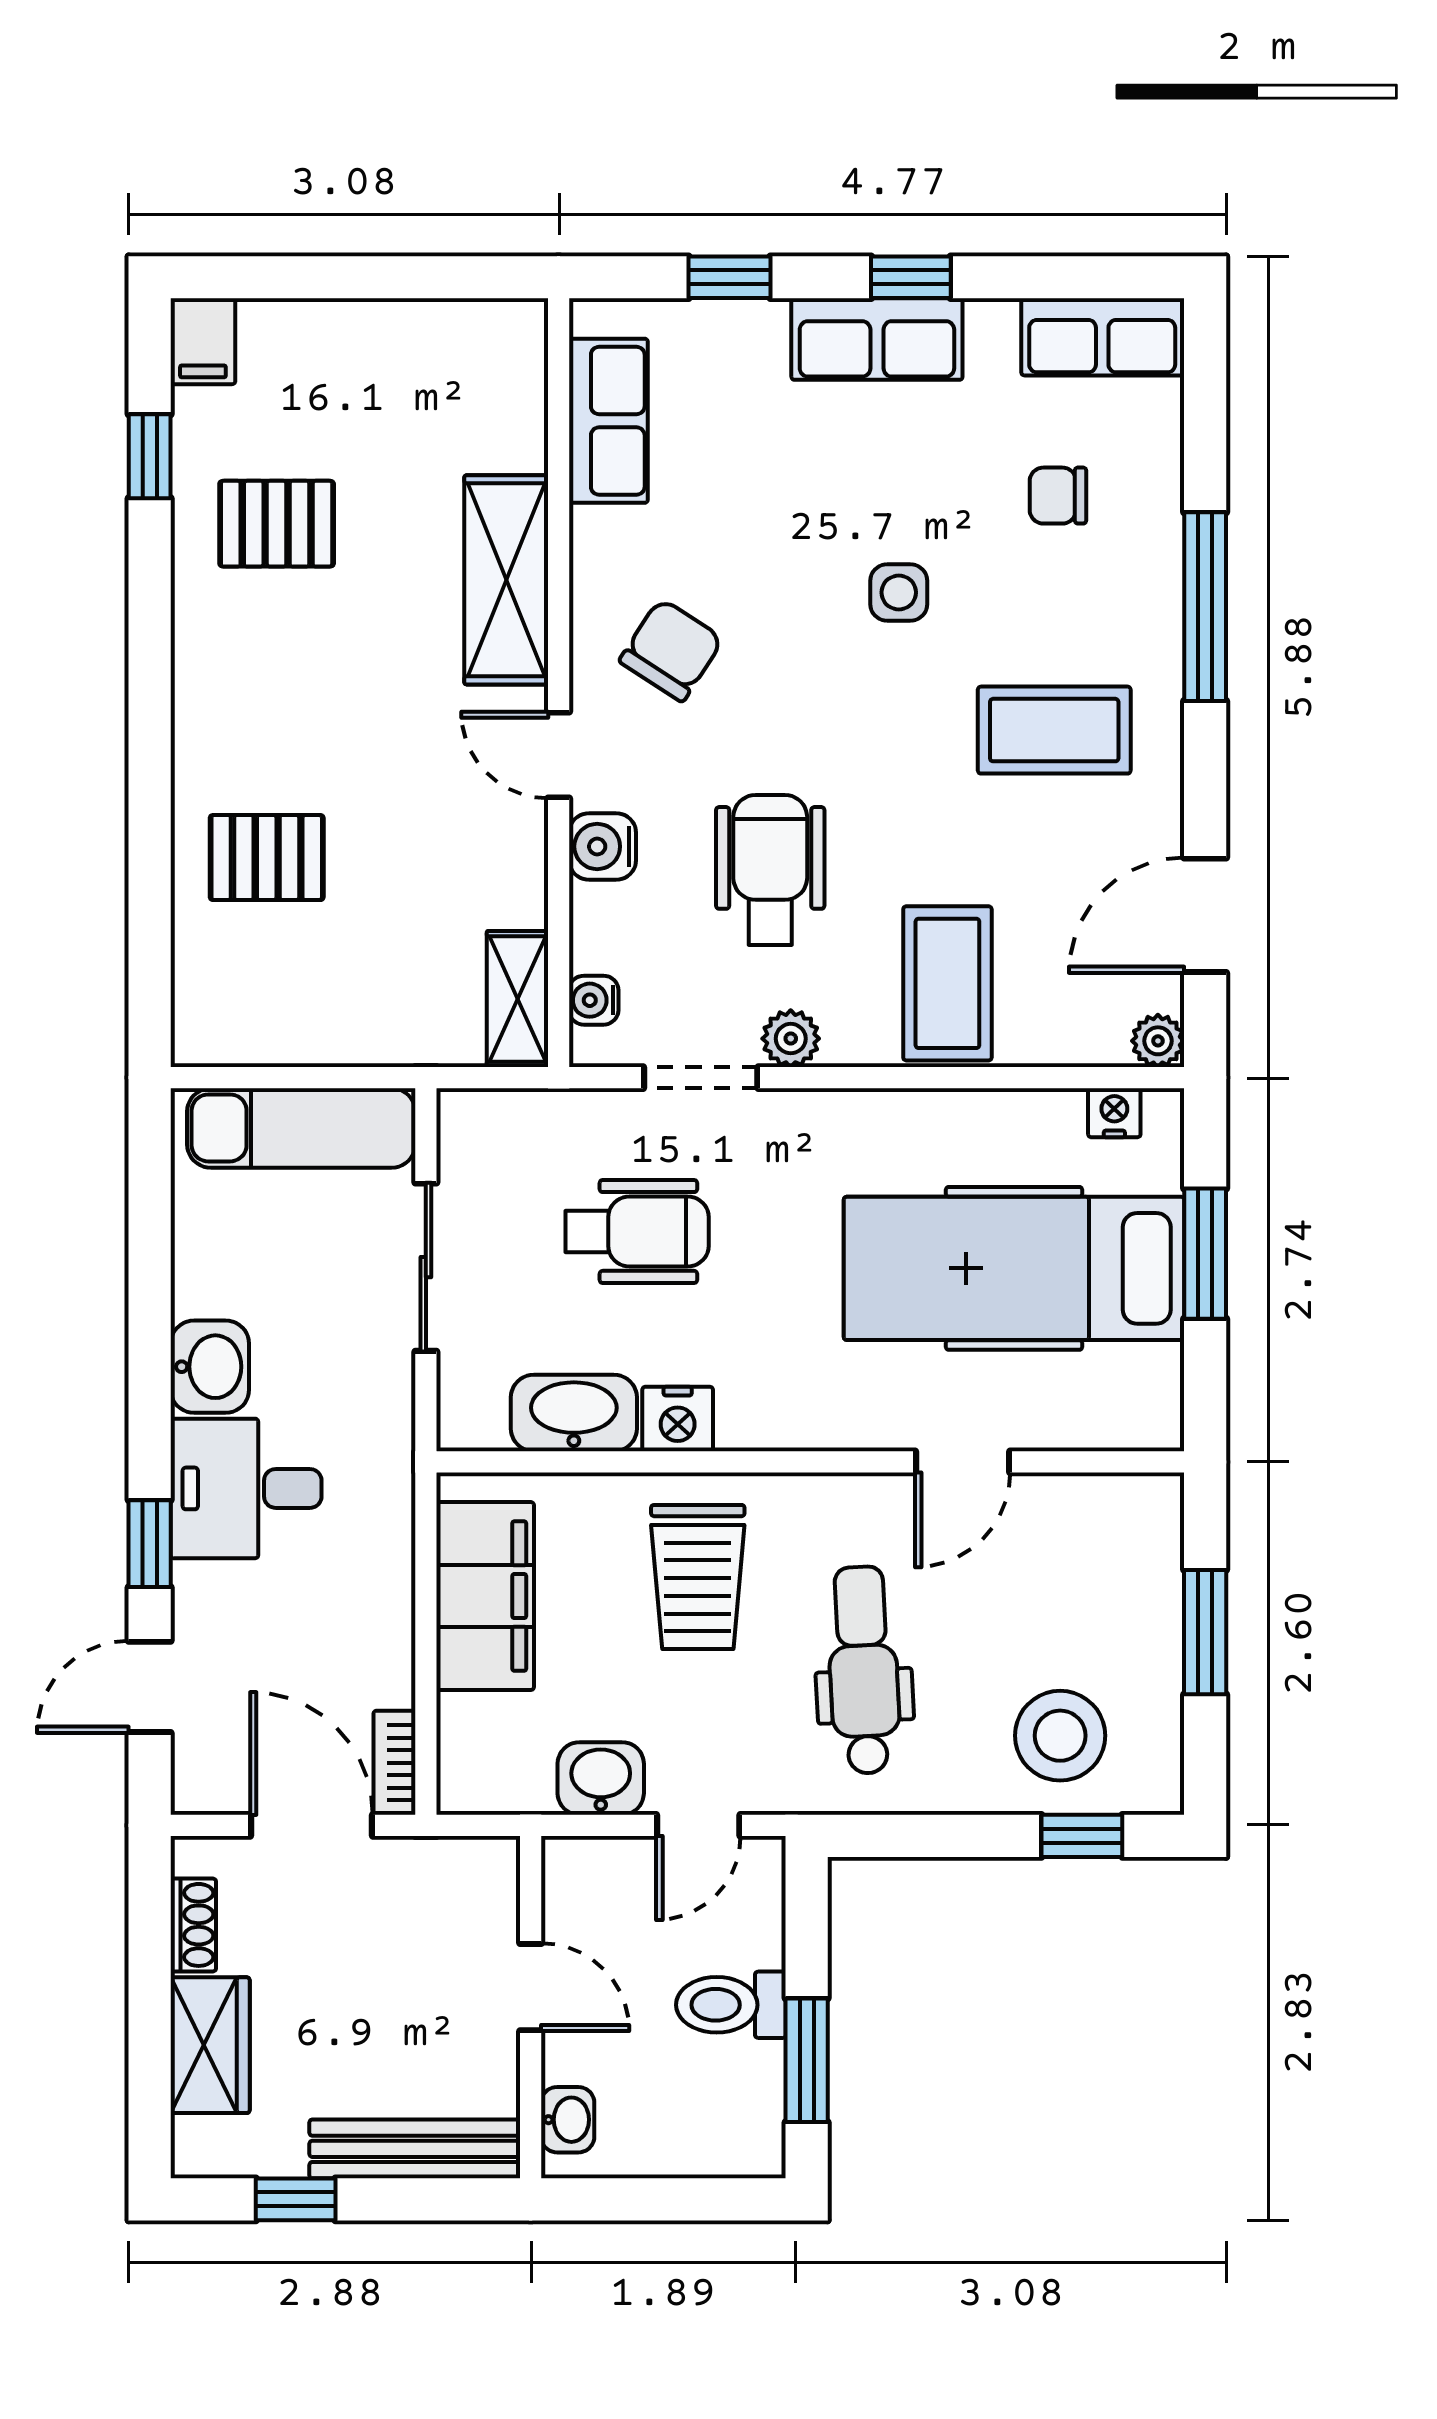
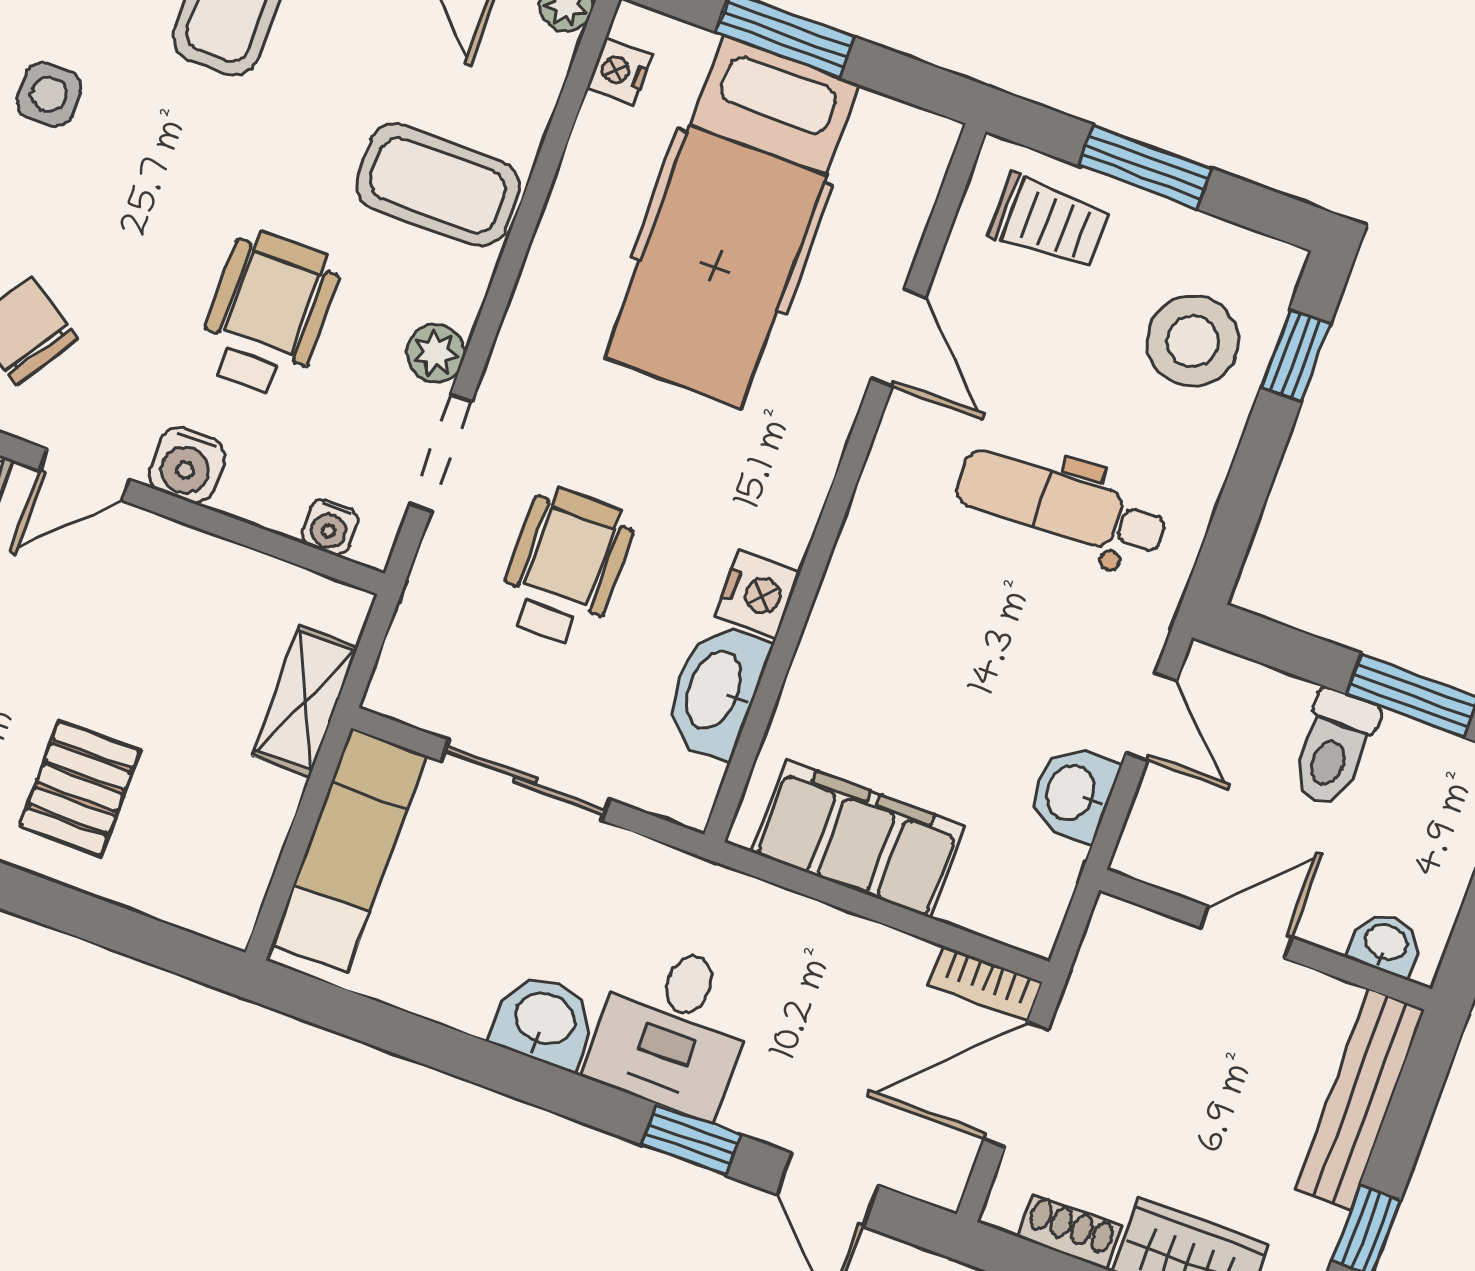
wheelchair: (770, 870) -> (268, 314), turned 90
shelving: (517, 999) -> (305, 701), moved, turned 90
trolley: (698, 1577) -> (1049, 222), moved, width x0.73, depth x0.72

